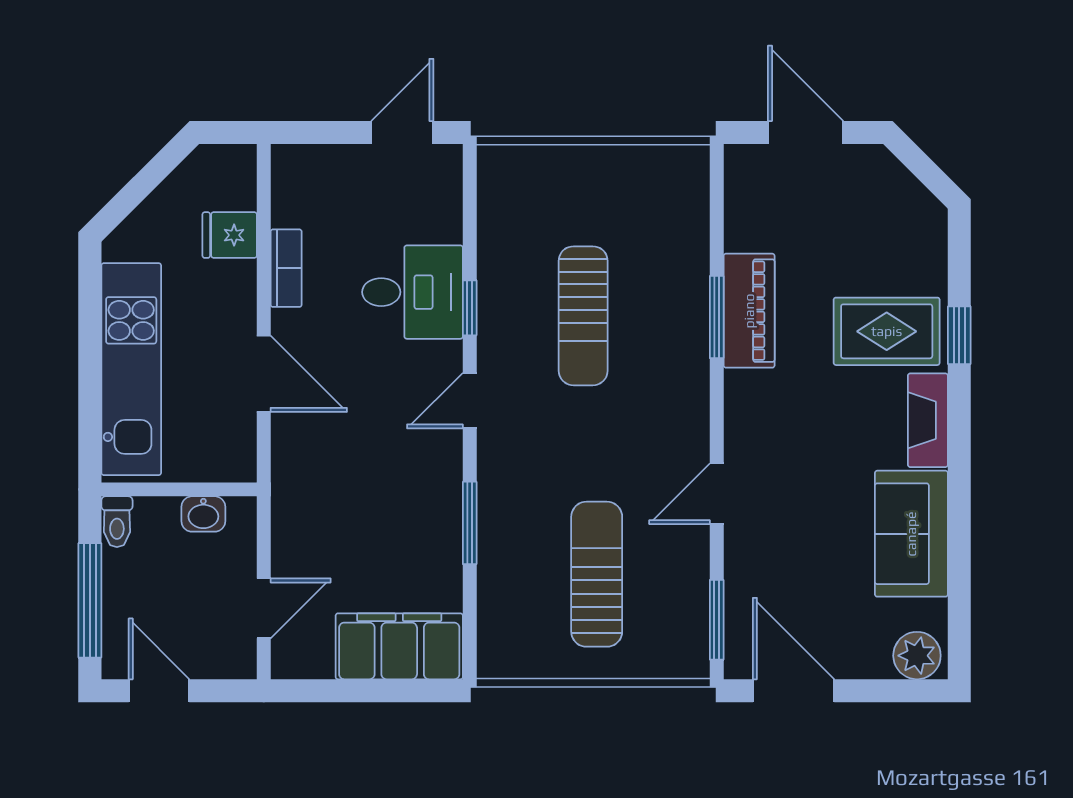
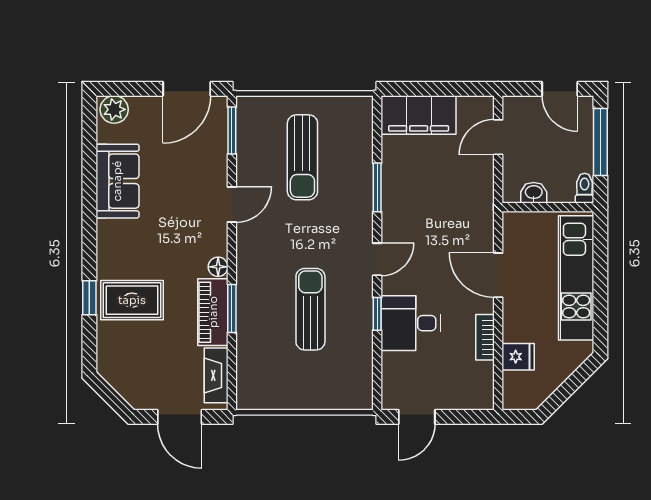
floor lamp: (740, 388) -> (218, 267), added
fireplace: (928, 420) -> (216, 375), moved, turned 180
door: (794, 691) -> (187, 89), hinge flipped

